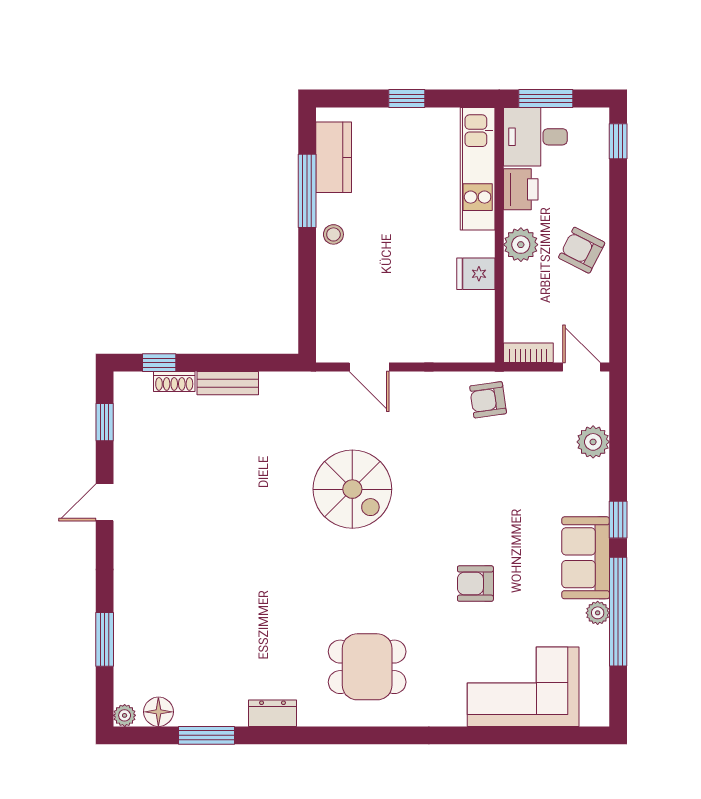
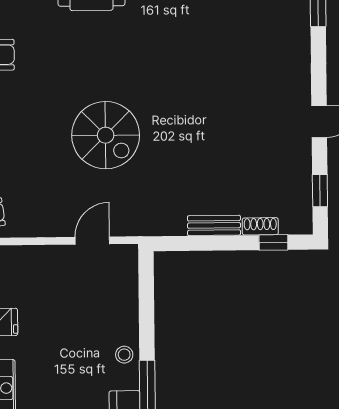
door: (369, 367) -> (92, 241), hinge flipped
spiral stairs: (352, 489) -> (106, 135), turned 180

